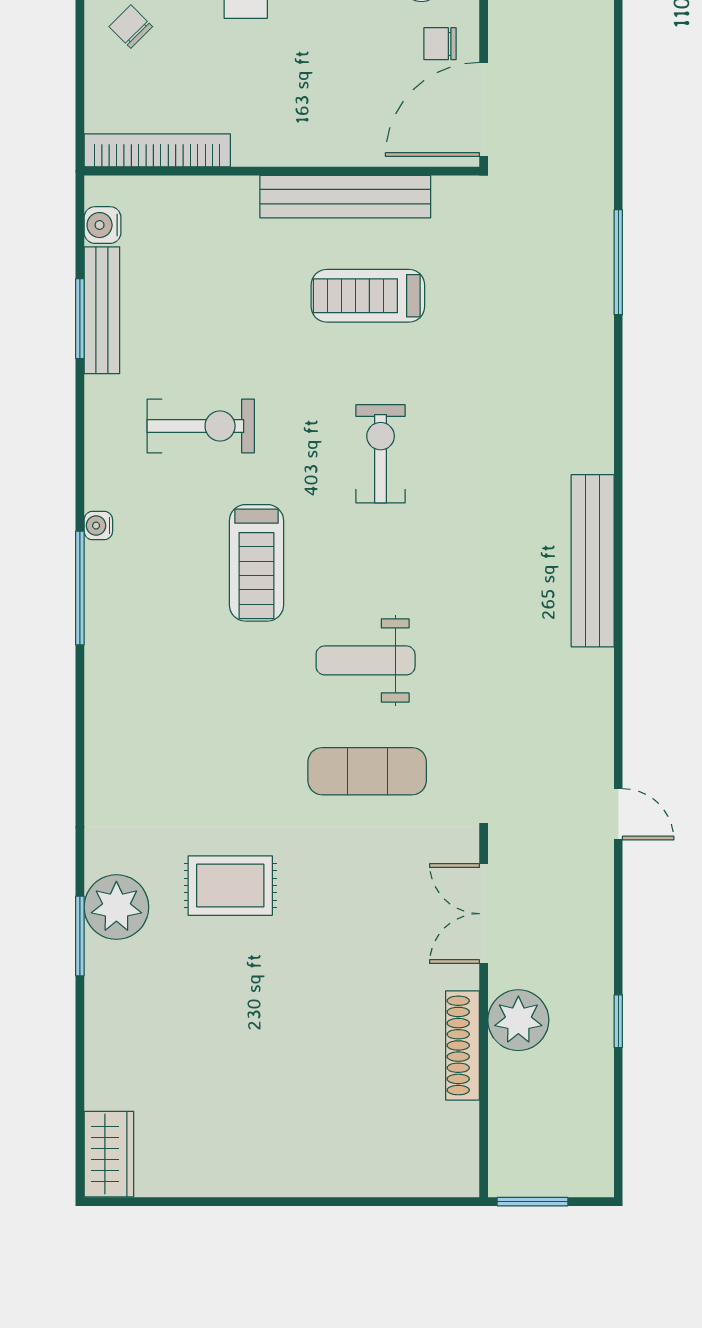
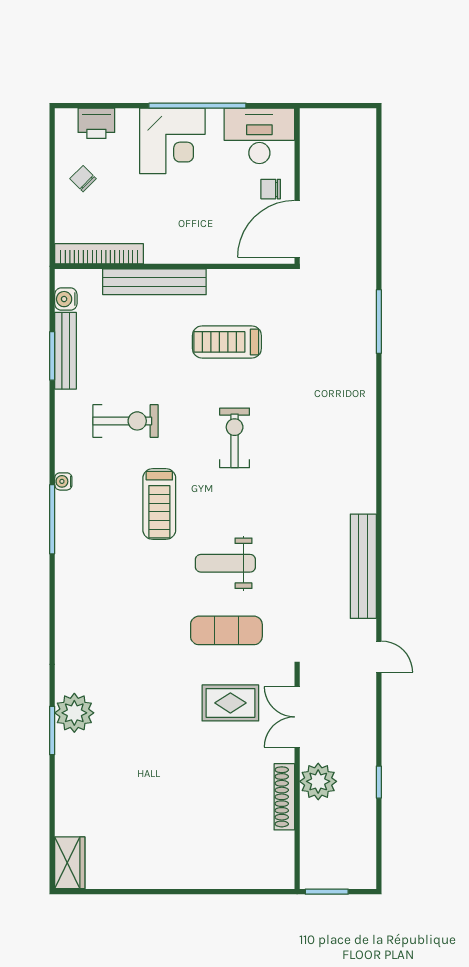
bench: (345, 197) -> (154, 282), moved
bench: (593, 561) -> (363, 566), moved
rug: (230, 886) -> (230, 703), moved

